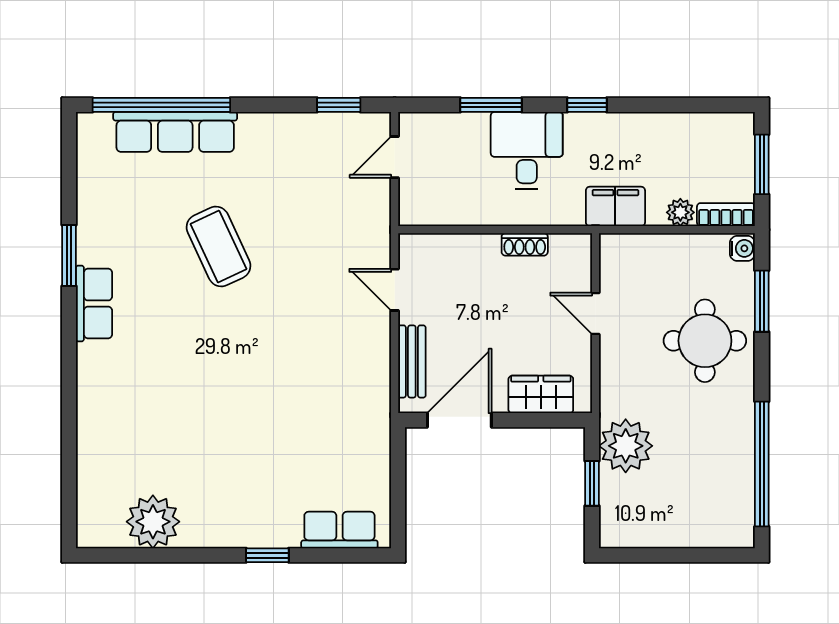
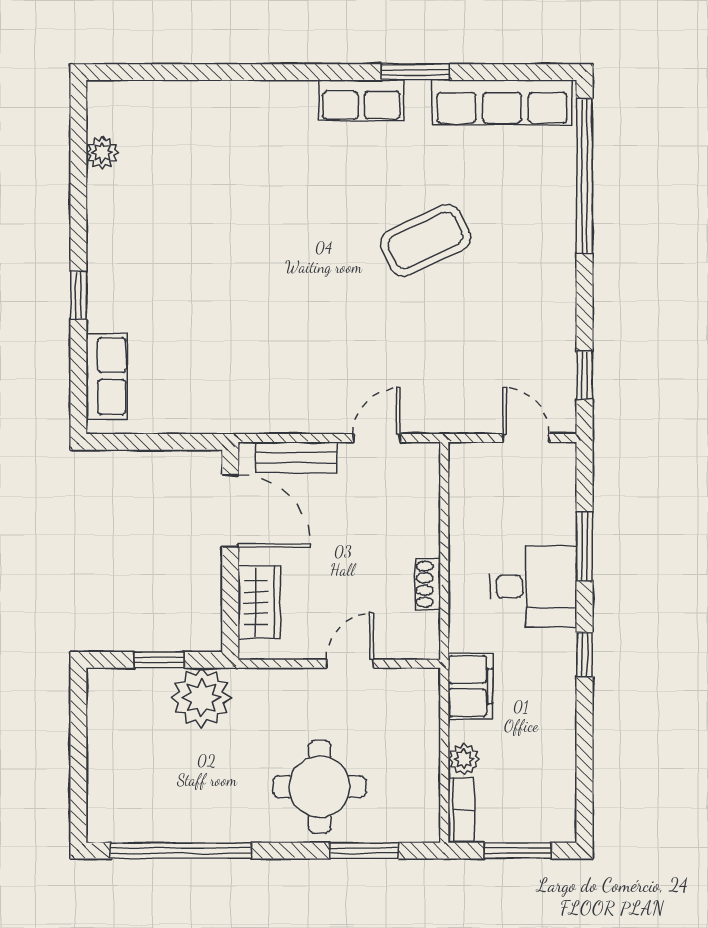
row of seats: (175, 132) -> (502, 102), moved, turned -90
water cooler: (742, 248) -> (423, 829), removed
plant: (153, 522) -> (102, 153), width x0.53, depth x0.53

